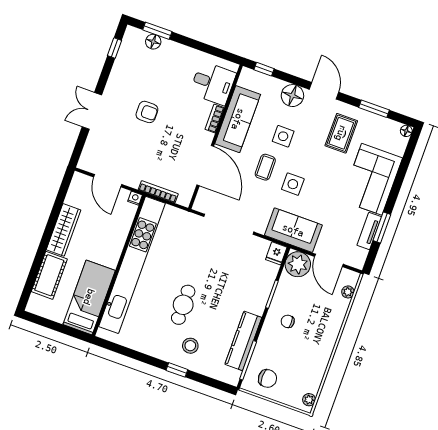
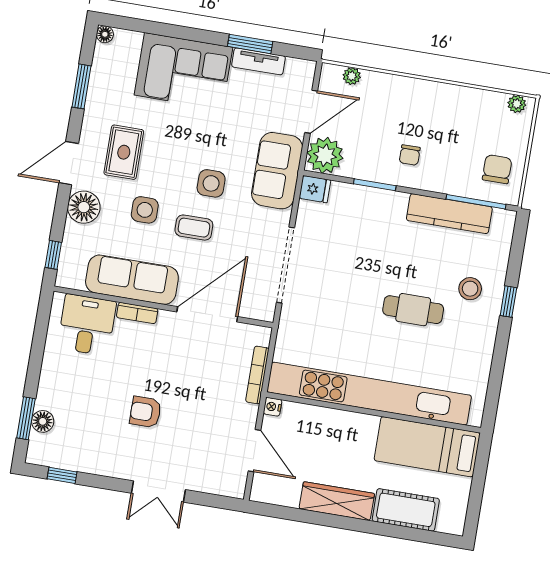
armchair: (147, 112) -> (145, 412), turned -90
rug: (341, 133) -> (124, 152), moved, turned 90
door: (108, 181) -> (254, 451), hinge flipped

